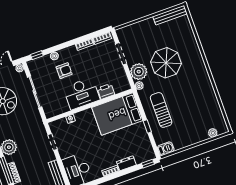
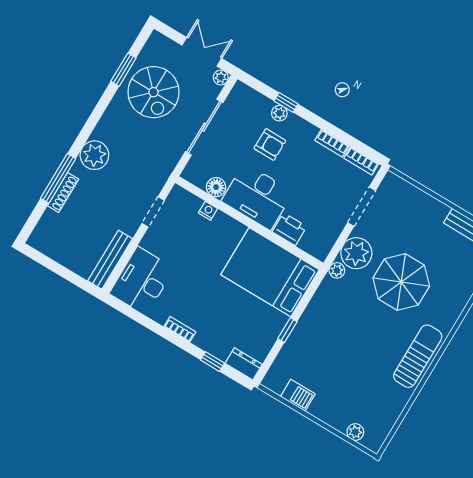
window: (37, 55) -> (286, 102), moved
floor lamp: (64, 107) -> (216, 187), added
sun lounger: (161, 110) -> (418, 356), moved
barbecue: (166, 149) -> (298, 395), moved
dresser: (126, 163) -> (244, 364), moved
window: (148, 164) -> (212, 362), moved

